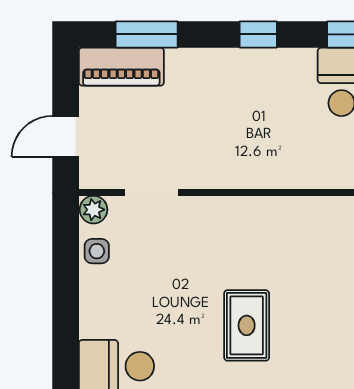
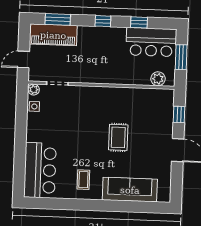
piano: (121, 67) -> (53, 35), width x1.37, depth x1.33
rug: (247, 325) -> (118, 137), moved

